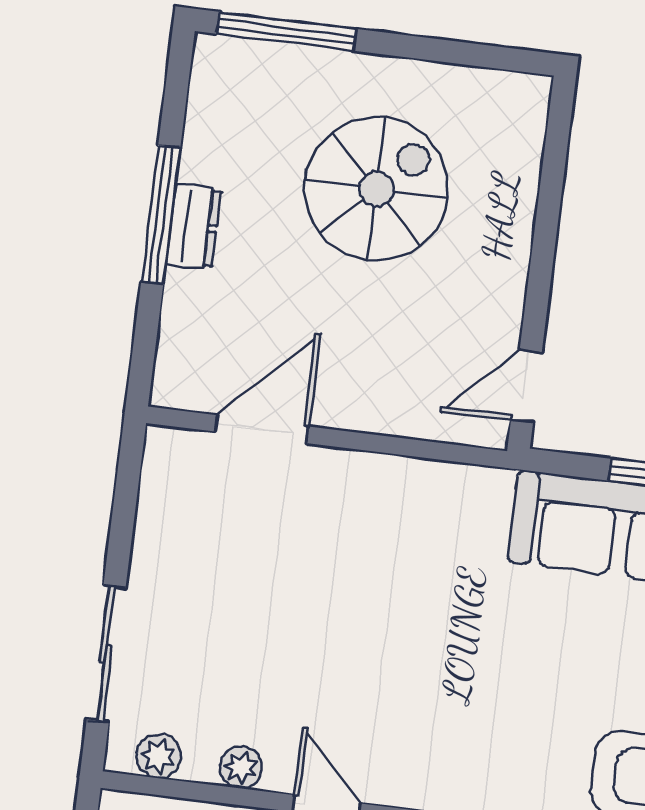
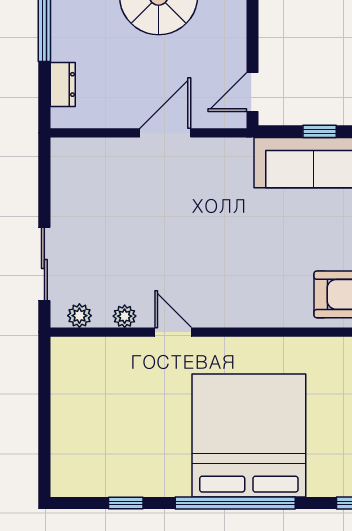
dresser: (194, 227) -> (63, 84), moved
door: (262, 429) -> (165, 133), moved

